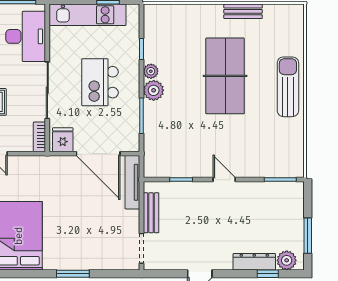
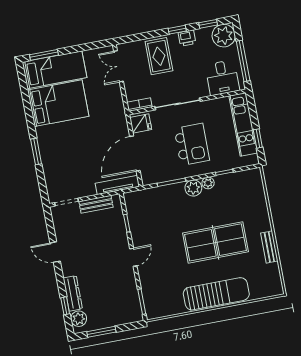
desk: (26, 36) -> (222, 78), width x0.73
kitchen island: (100, 82) -> (192, 144), turned 90
sun lounger: (288, 87) -> (216, 294), width x1.36, depth x1.34

